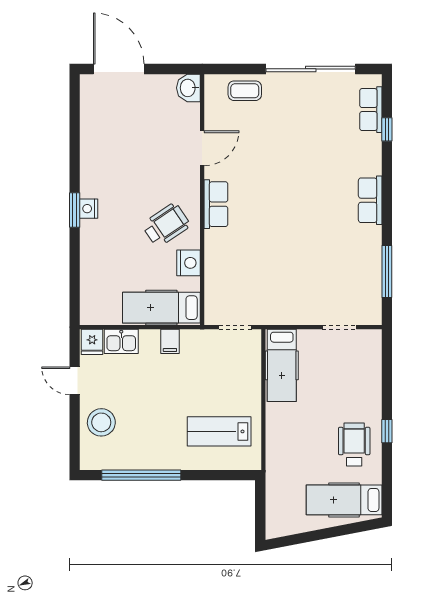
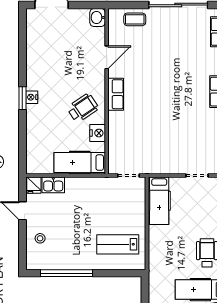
filing cabinet: (170, 341) -> (85, 185), removed
stool: (101, 422) -> (40, 238), width x0.53, depth x0.53

